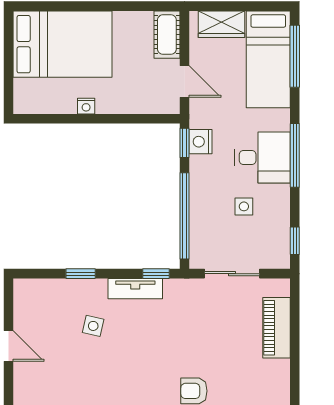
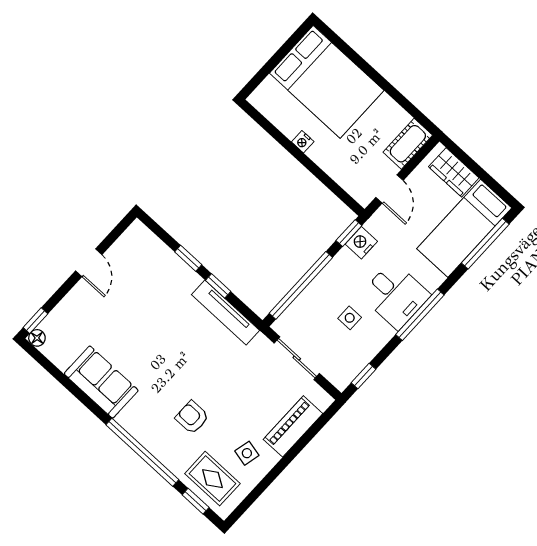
window: (156, 274) -> (218, 286), moved
tv unit: (135, 289) -> (225, 312), width x1.41
side table: (93, 326) -> (247, 453), moved

